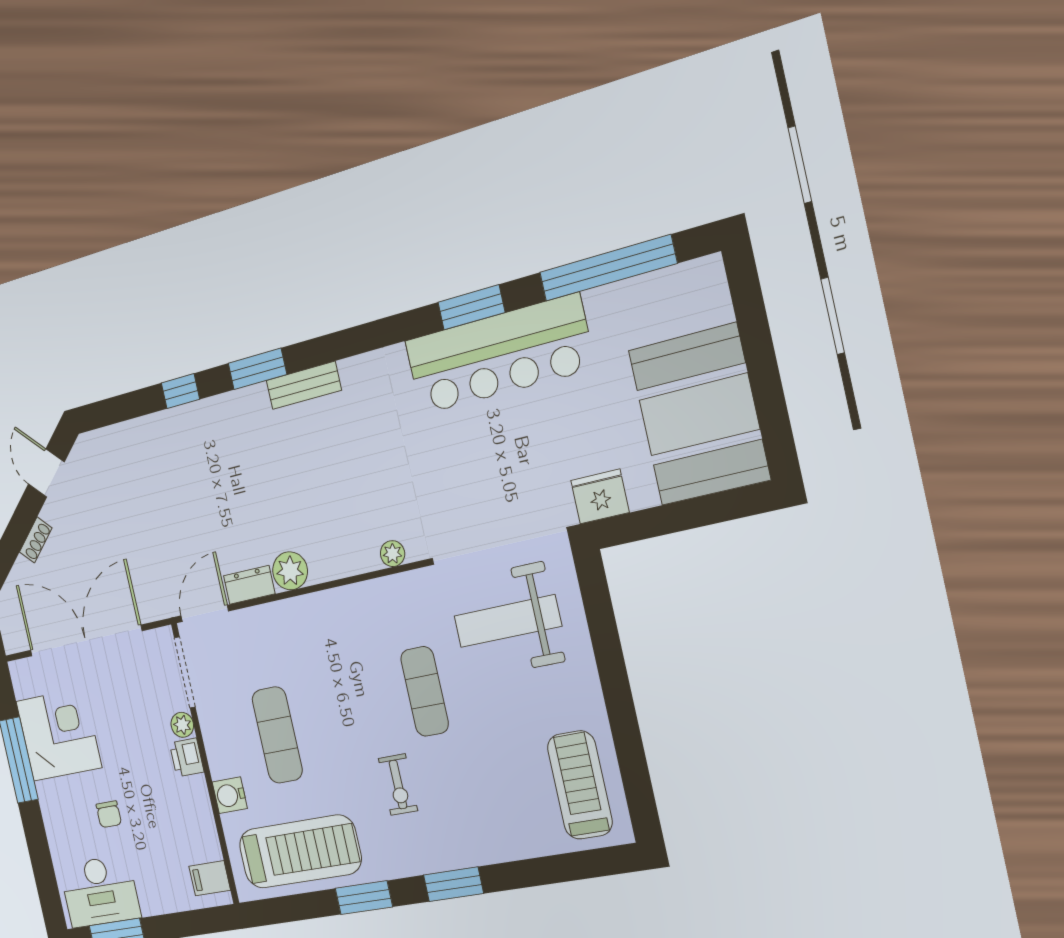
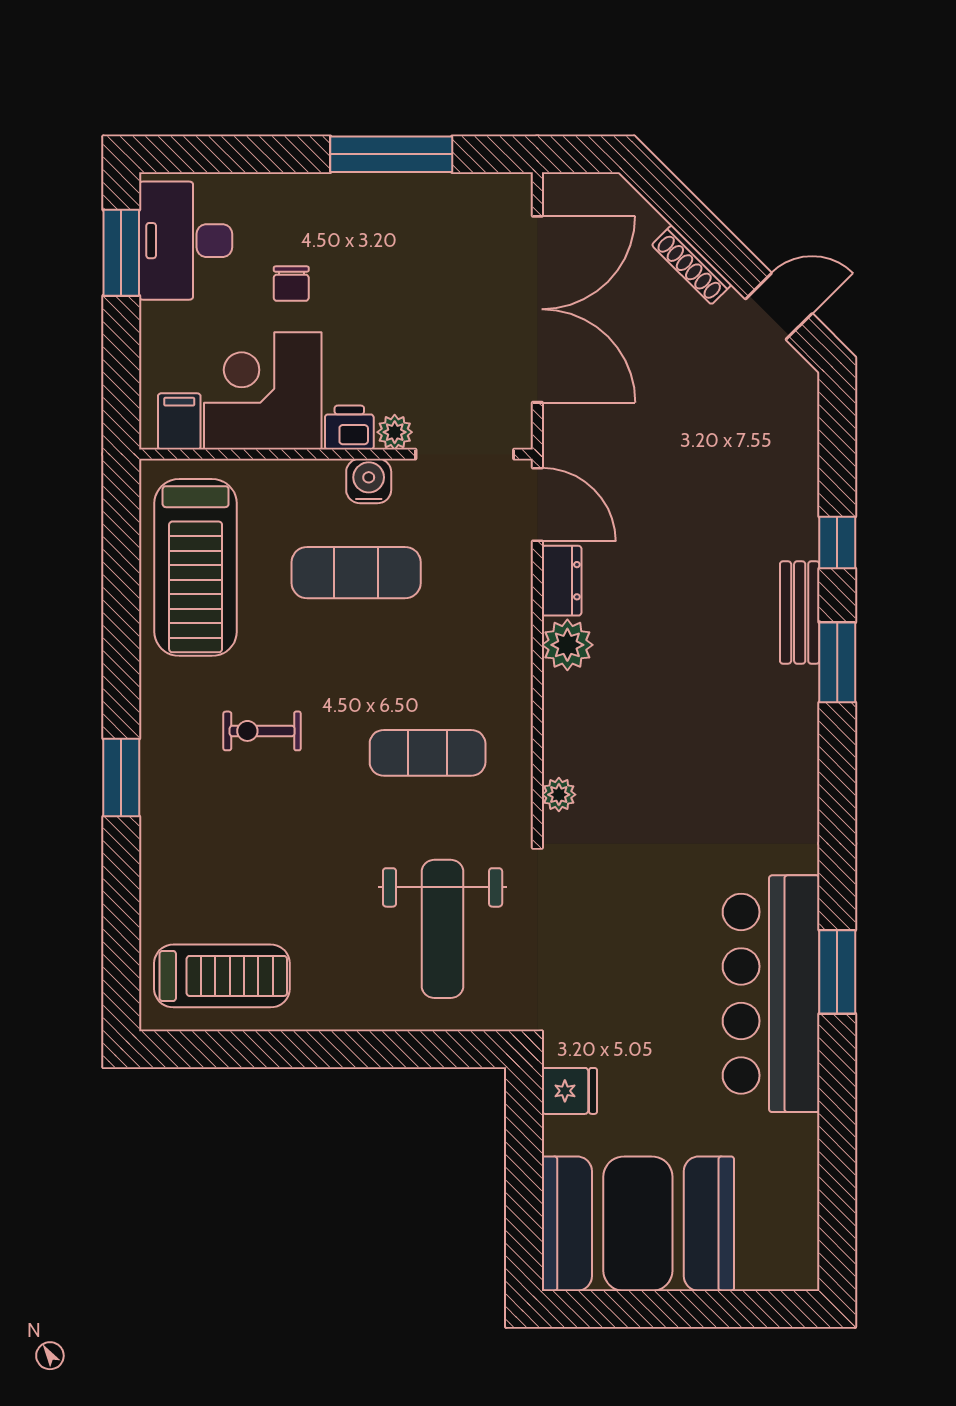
window: (608, 268) -> (837, 1153), removed
bench: (304, 385) -> (800, 613), moved
fridge: (600, 496) -> (569, 1091), width x0.72
shoe rack: (36, 540) -> (692, 265), width x1.43
weight bench: (508, 621) -> (443, 929), turned 180
exercise mat: (425, 691) -> (428, 753), moved
corner desk: (59, 734) -> (263, 391), moved, turned 180
water cooler: (230, 795) -> (369, 481), moved
chair: (109, 814) -> (291, 284), turned -90
window: (364, 898) -> (121, 646), removed

